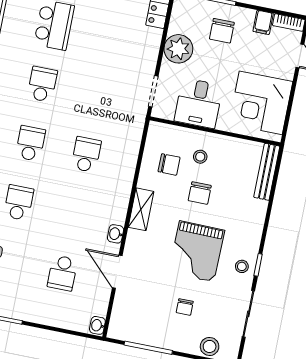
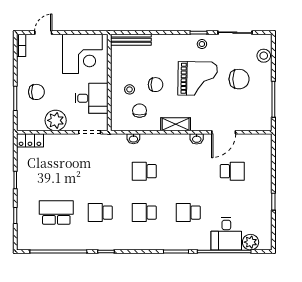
filing cabinet: (263, 22) -> (25, 64), removed
chair: (185, 307) -> (239, 79), width x1.87, depth x1.87
washbasin: (97, 325) -> (133, 139), moved

